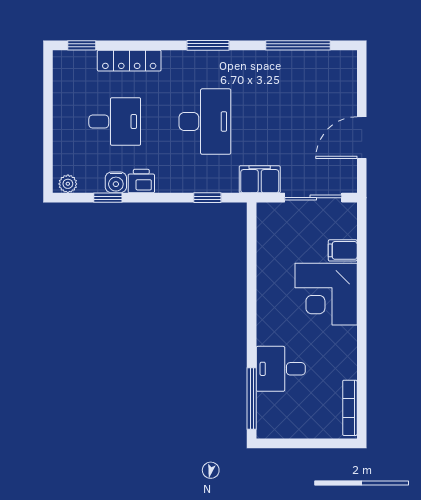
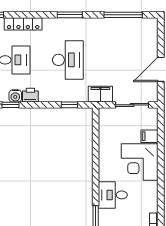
desk: (281, 369) -> (113, 195), moved

